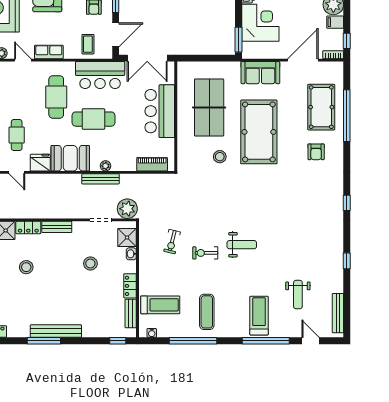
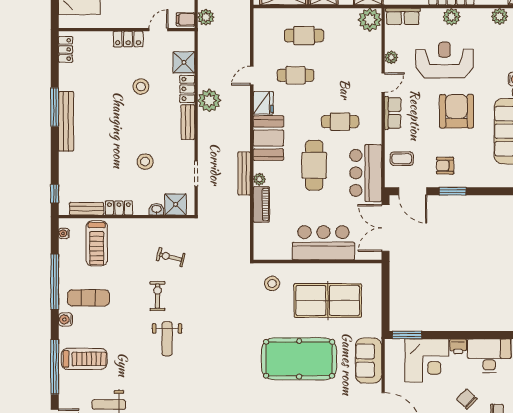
cafe table: (56, 97) -> (340, 122), width x0.73, depth x0.74
stool: (220, 157) -> (272, 283), moved
piano: (152, 164) -> (261, 204), moved
plant: (127, 209) -> (209, 101), moved
water cooler: (225, 332) -> (65, 319), added

